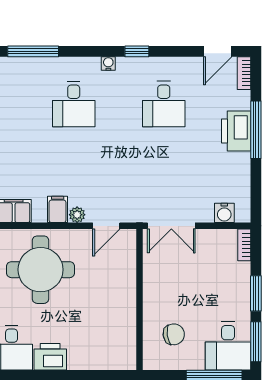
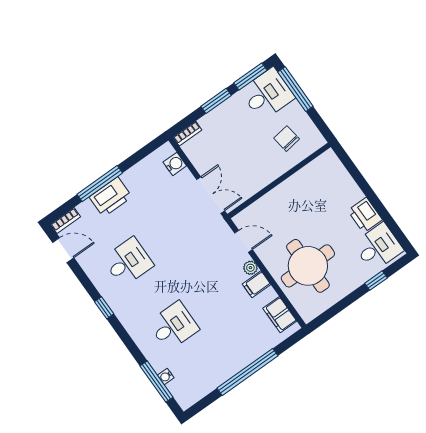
water cooler: (108, 63) -> (166, 376), moved

